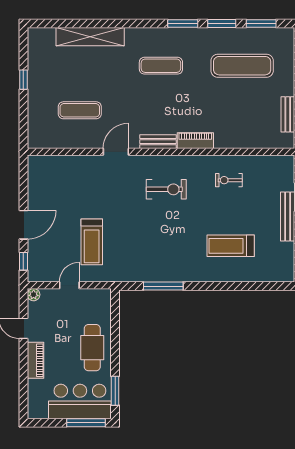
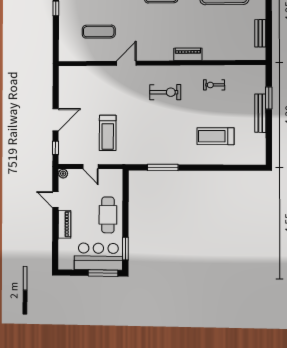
bench: (158, 142) -> (159, 55), removed
door: (69, 285) -> (90, 167), swing flipped

